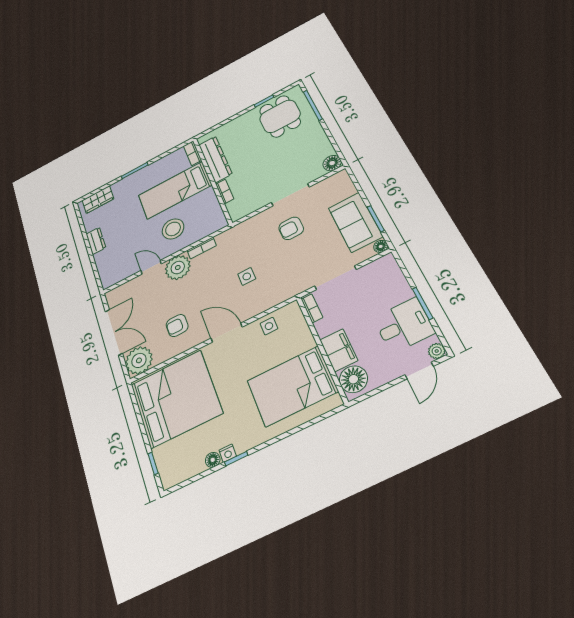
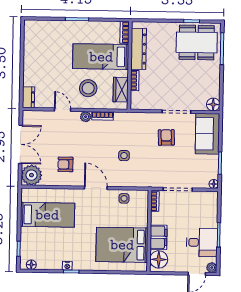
dining table: (280, 116) -> (197, 42), width x1.37
wardrobe: (98, 200) -> (121, 90), moved, turned 90
sofa: (355, 222) -> (207, 134), moved
armchair: (291, 228) -> (166, 137), turned 88
dresser: (96, 241) -> (28, 97), moved
plant: (178, 268) -> (86, 117), width x0.53, depth x0.53
bed: (176, 399) -> (47, 215), width x0.49
floor lamp: (213, 460) -> (31, 265), moved

